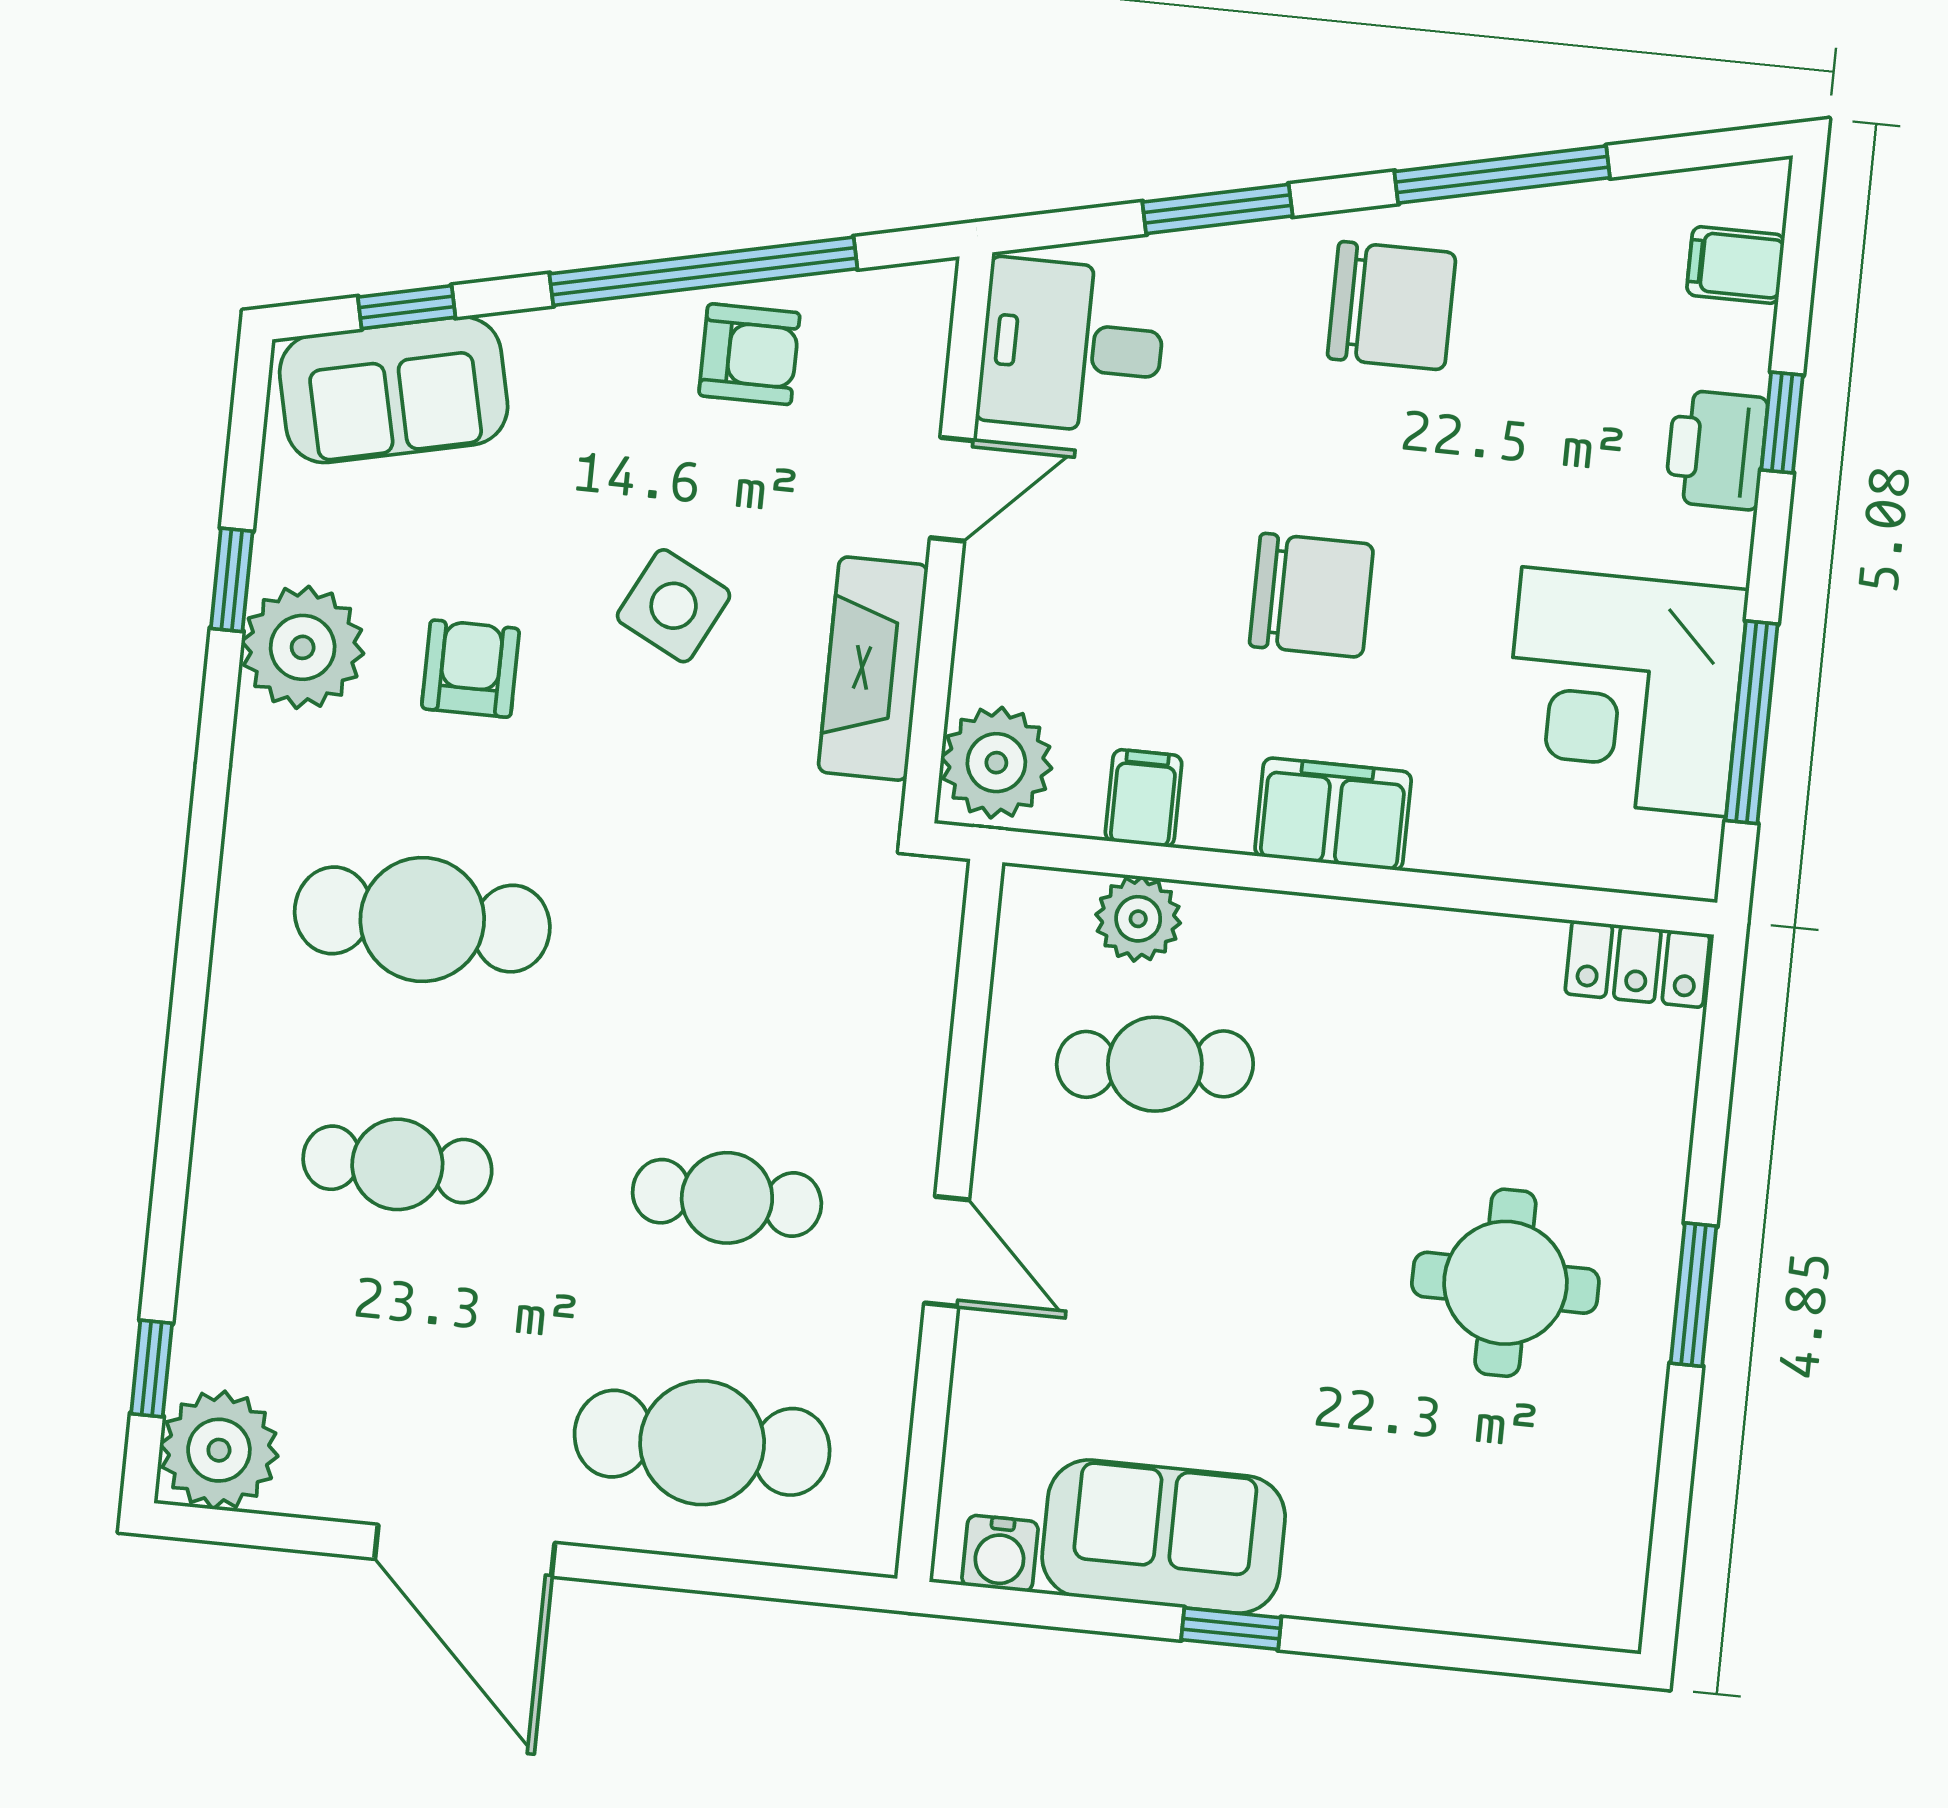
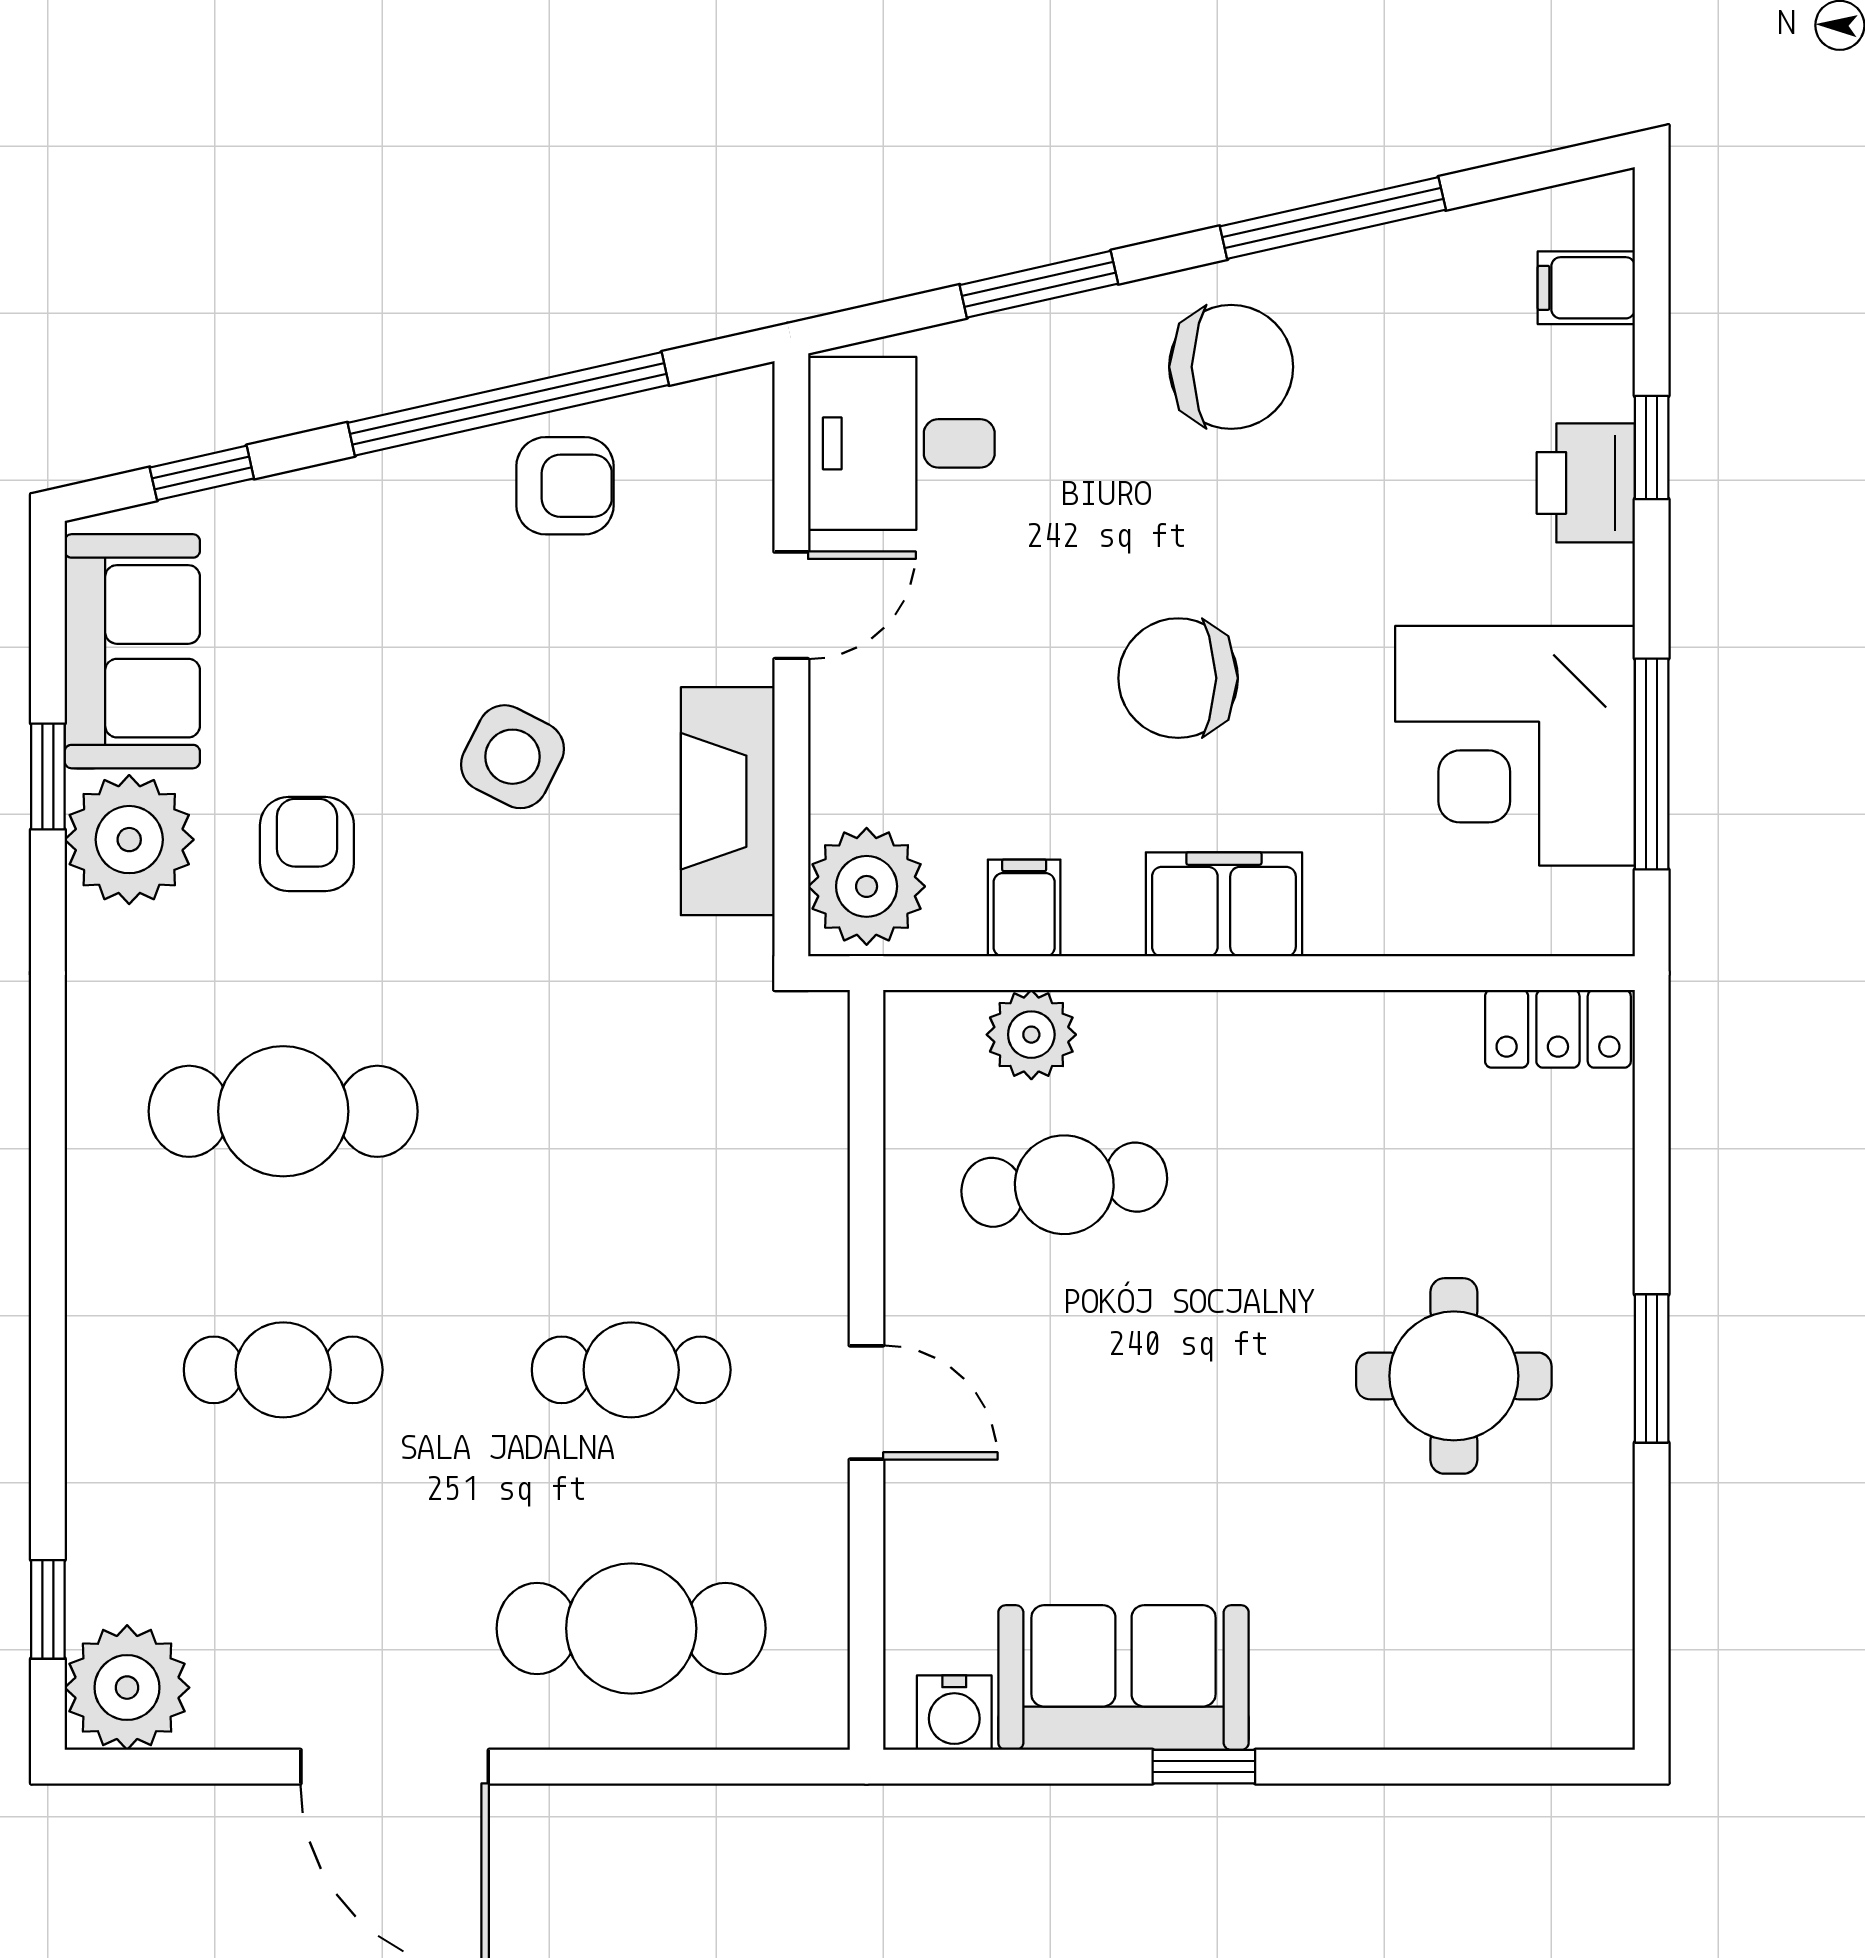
sofa: (394, 390) -> (132, 651), moved, turned -77
chair: (1311, 595) -> (1178, 678), turned 180

